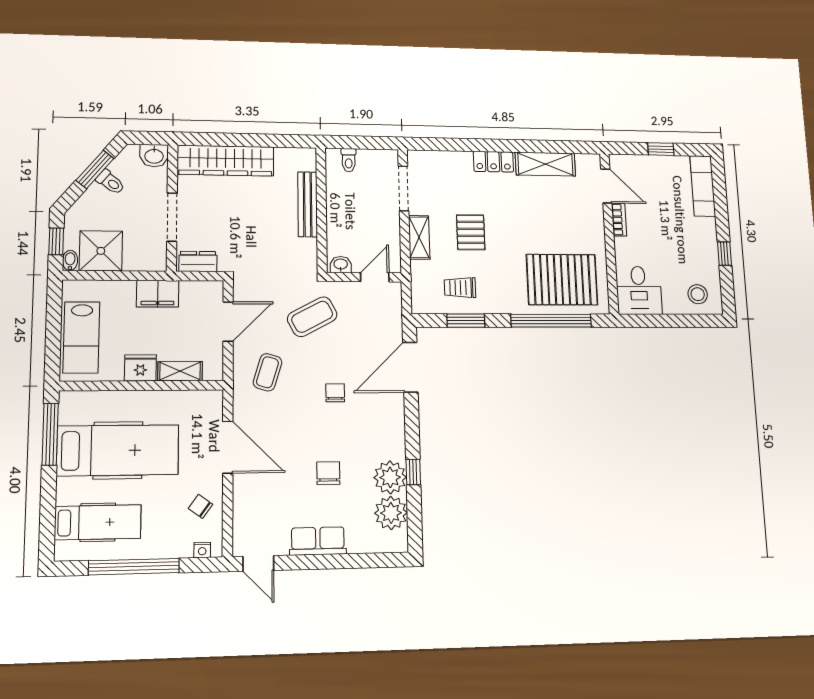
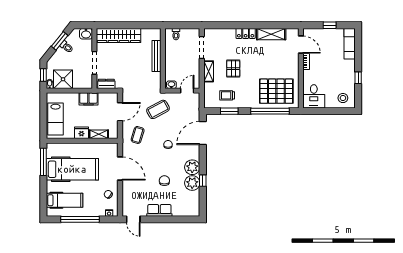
plant: (391, 513) -> (192, 167), moved

